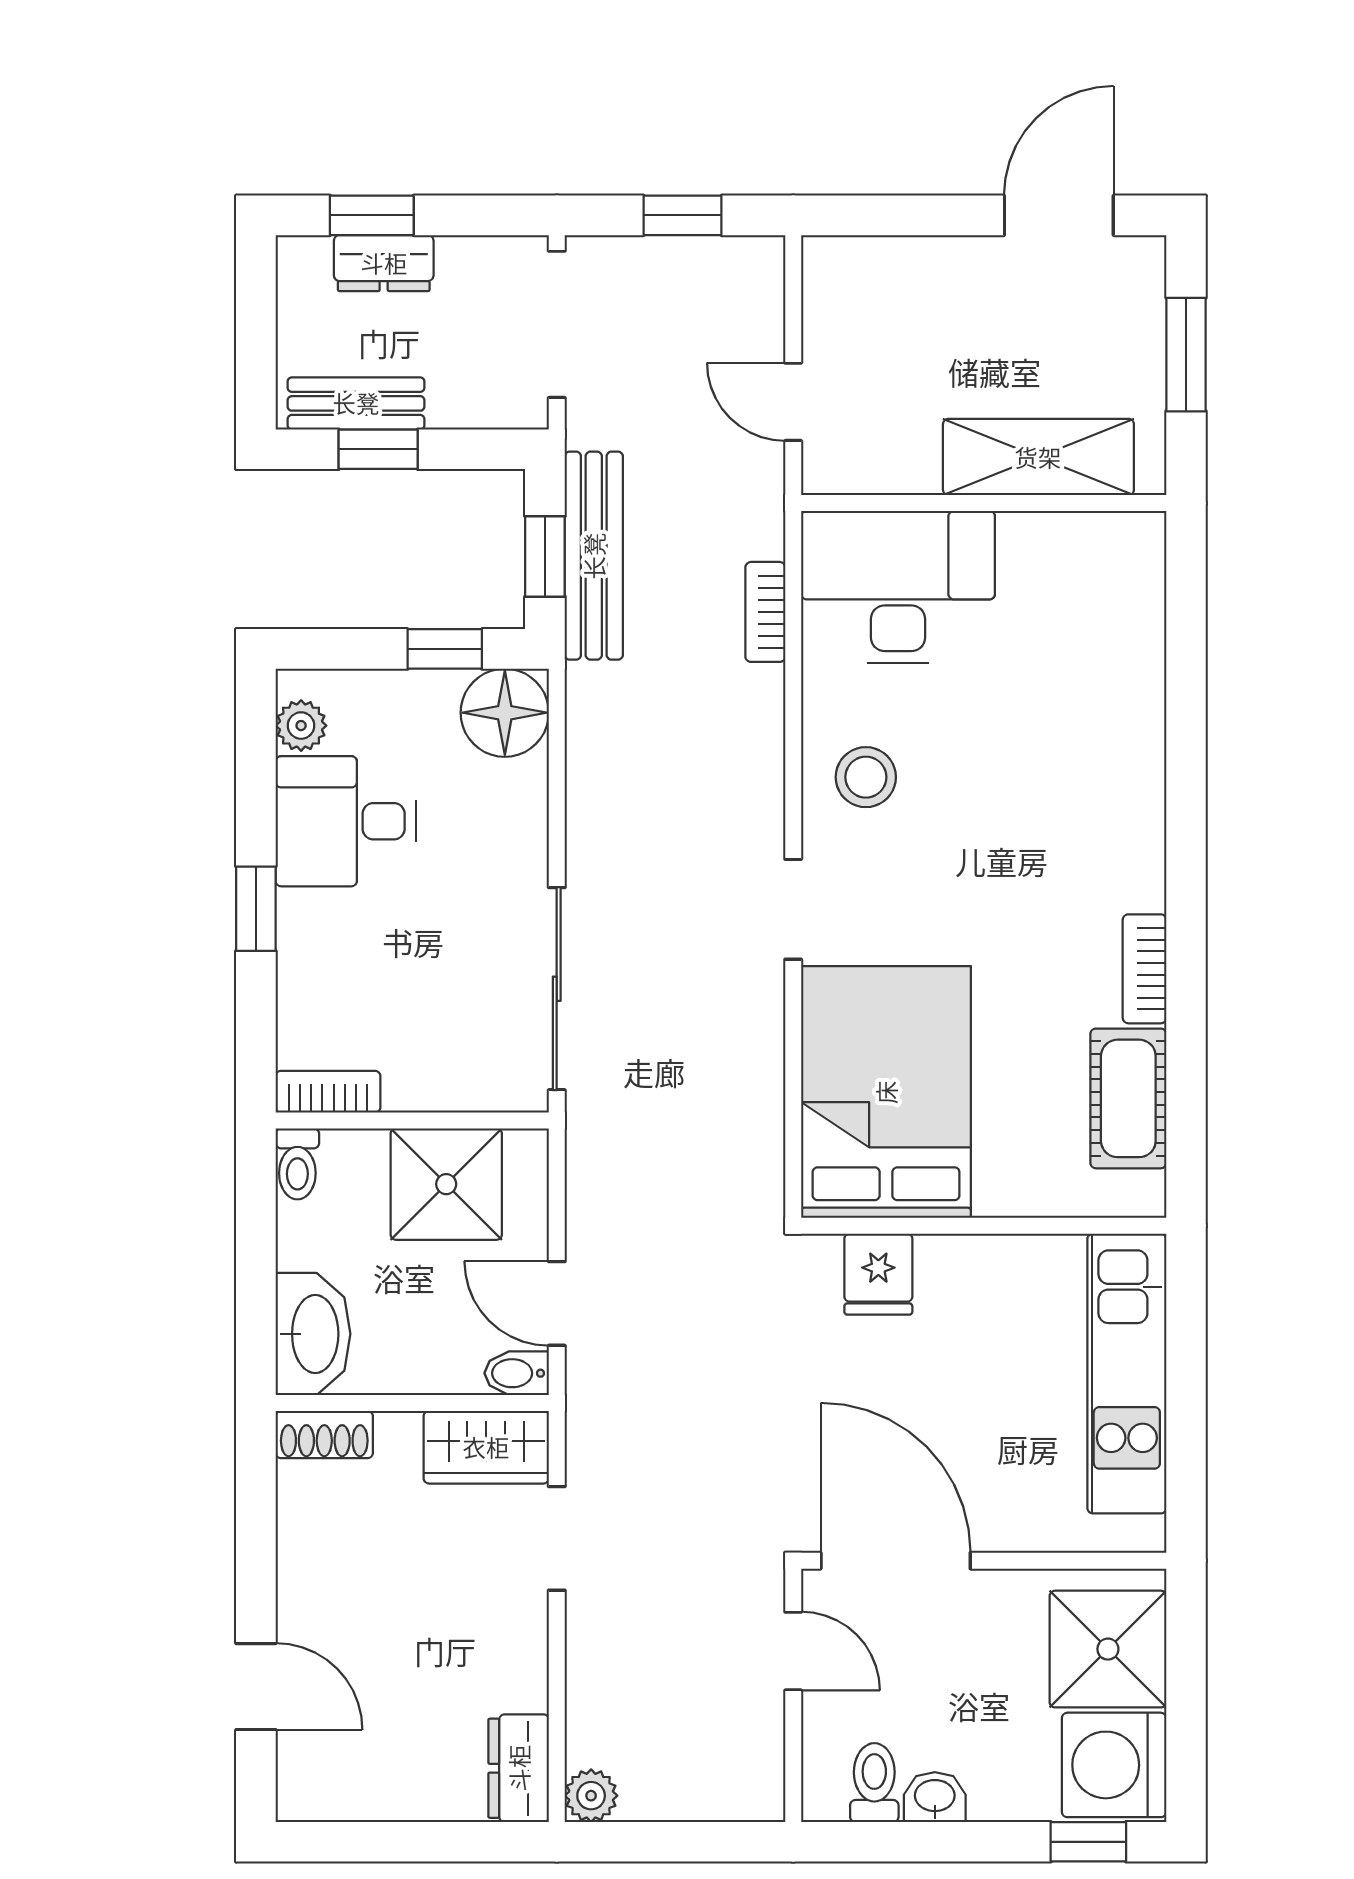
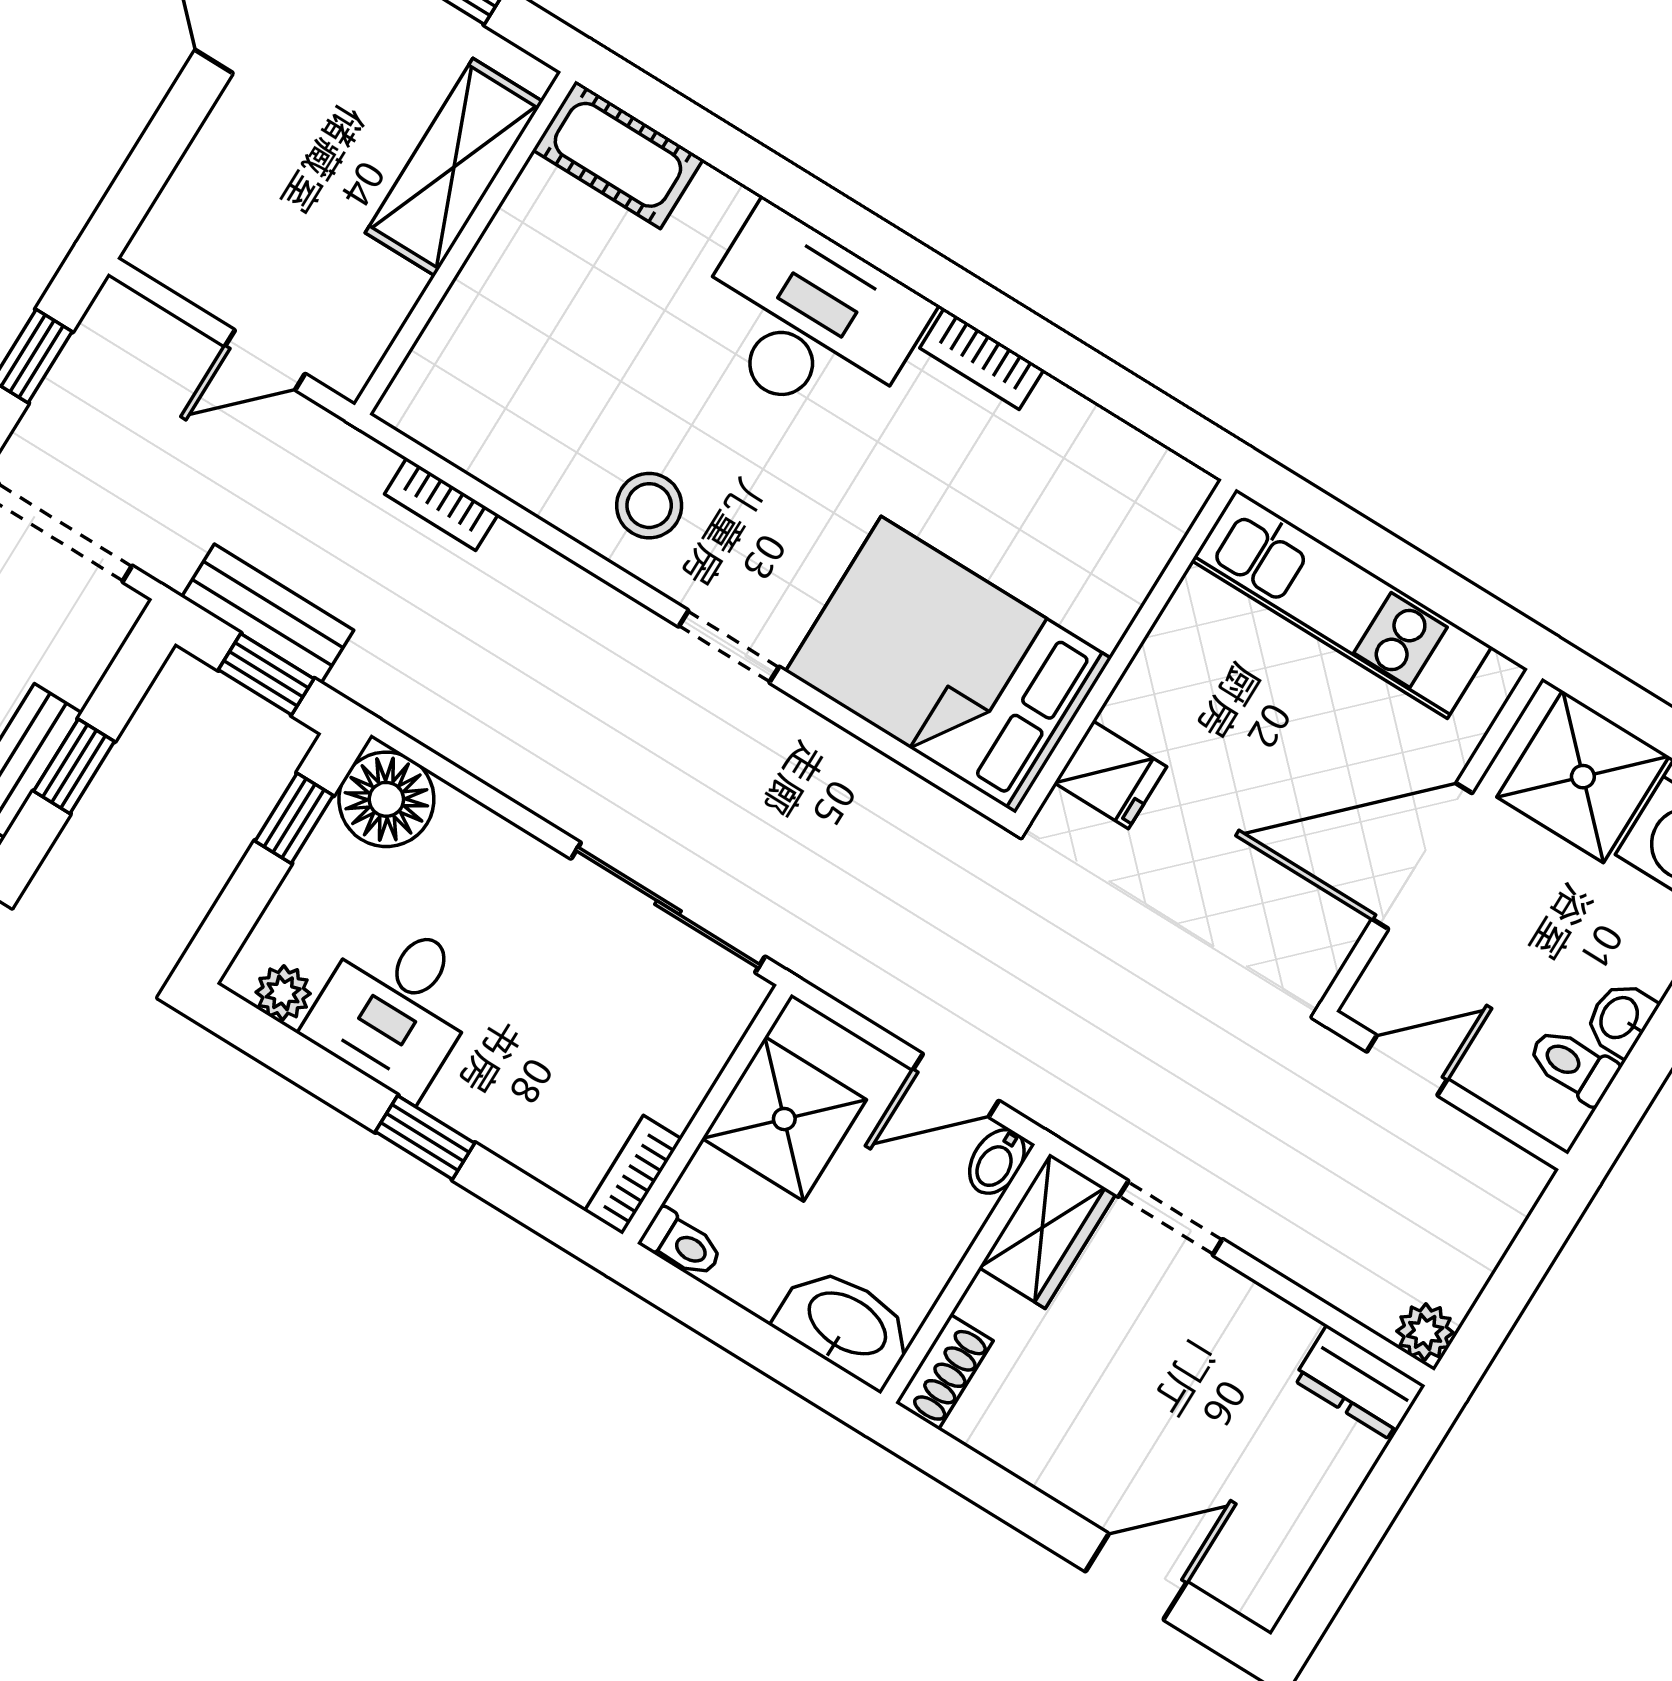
bench: (594, 556) -> (268, 614), width x0.73
desk: (898, 587) -> (808, 320), moved, turned 90
cot: (1128, 1098) -> (618, 155), moved
door: (896, 1561) -> (1422, 856), moved

